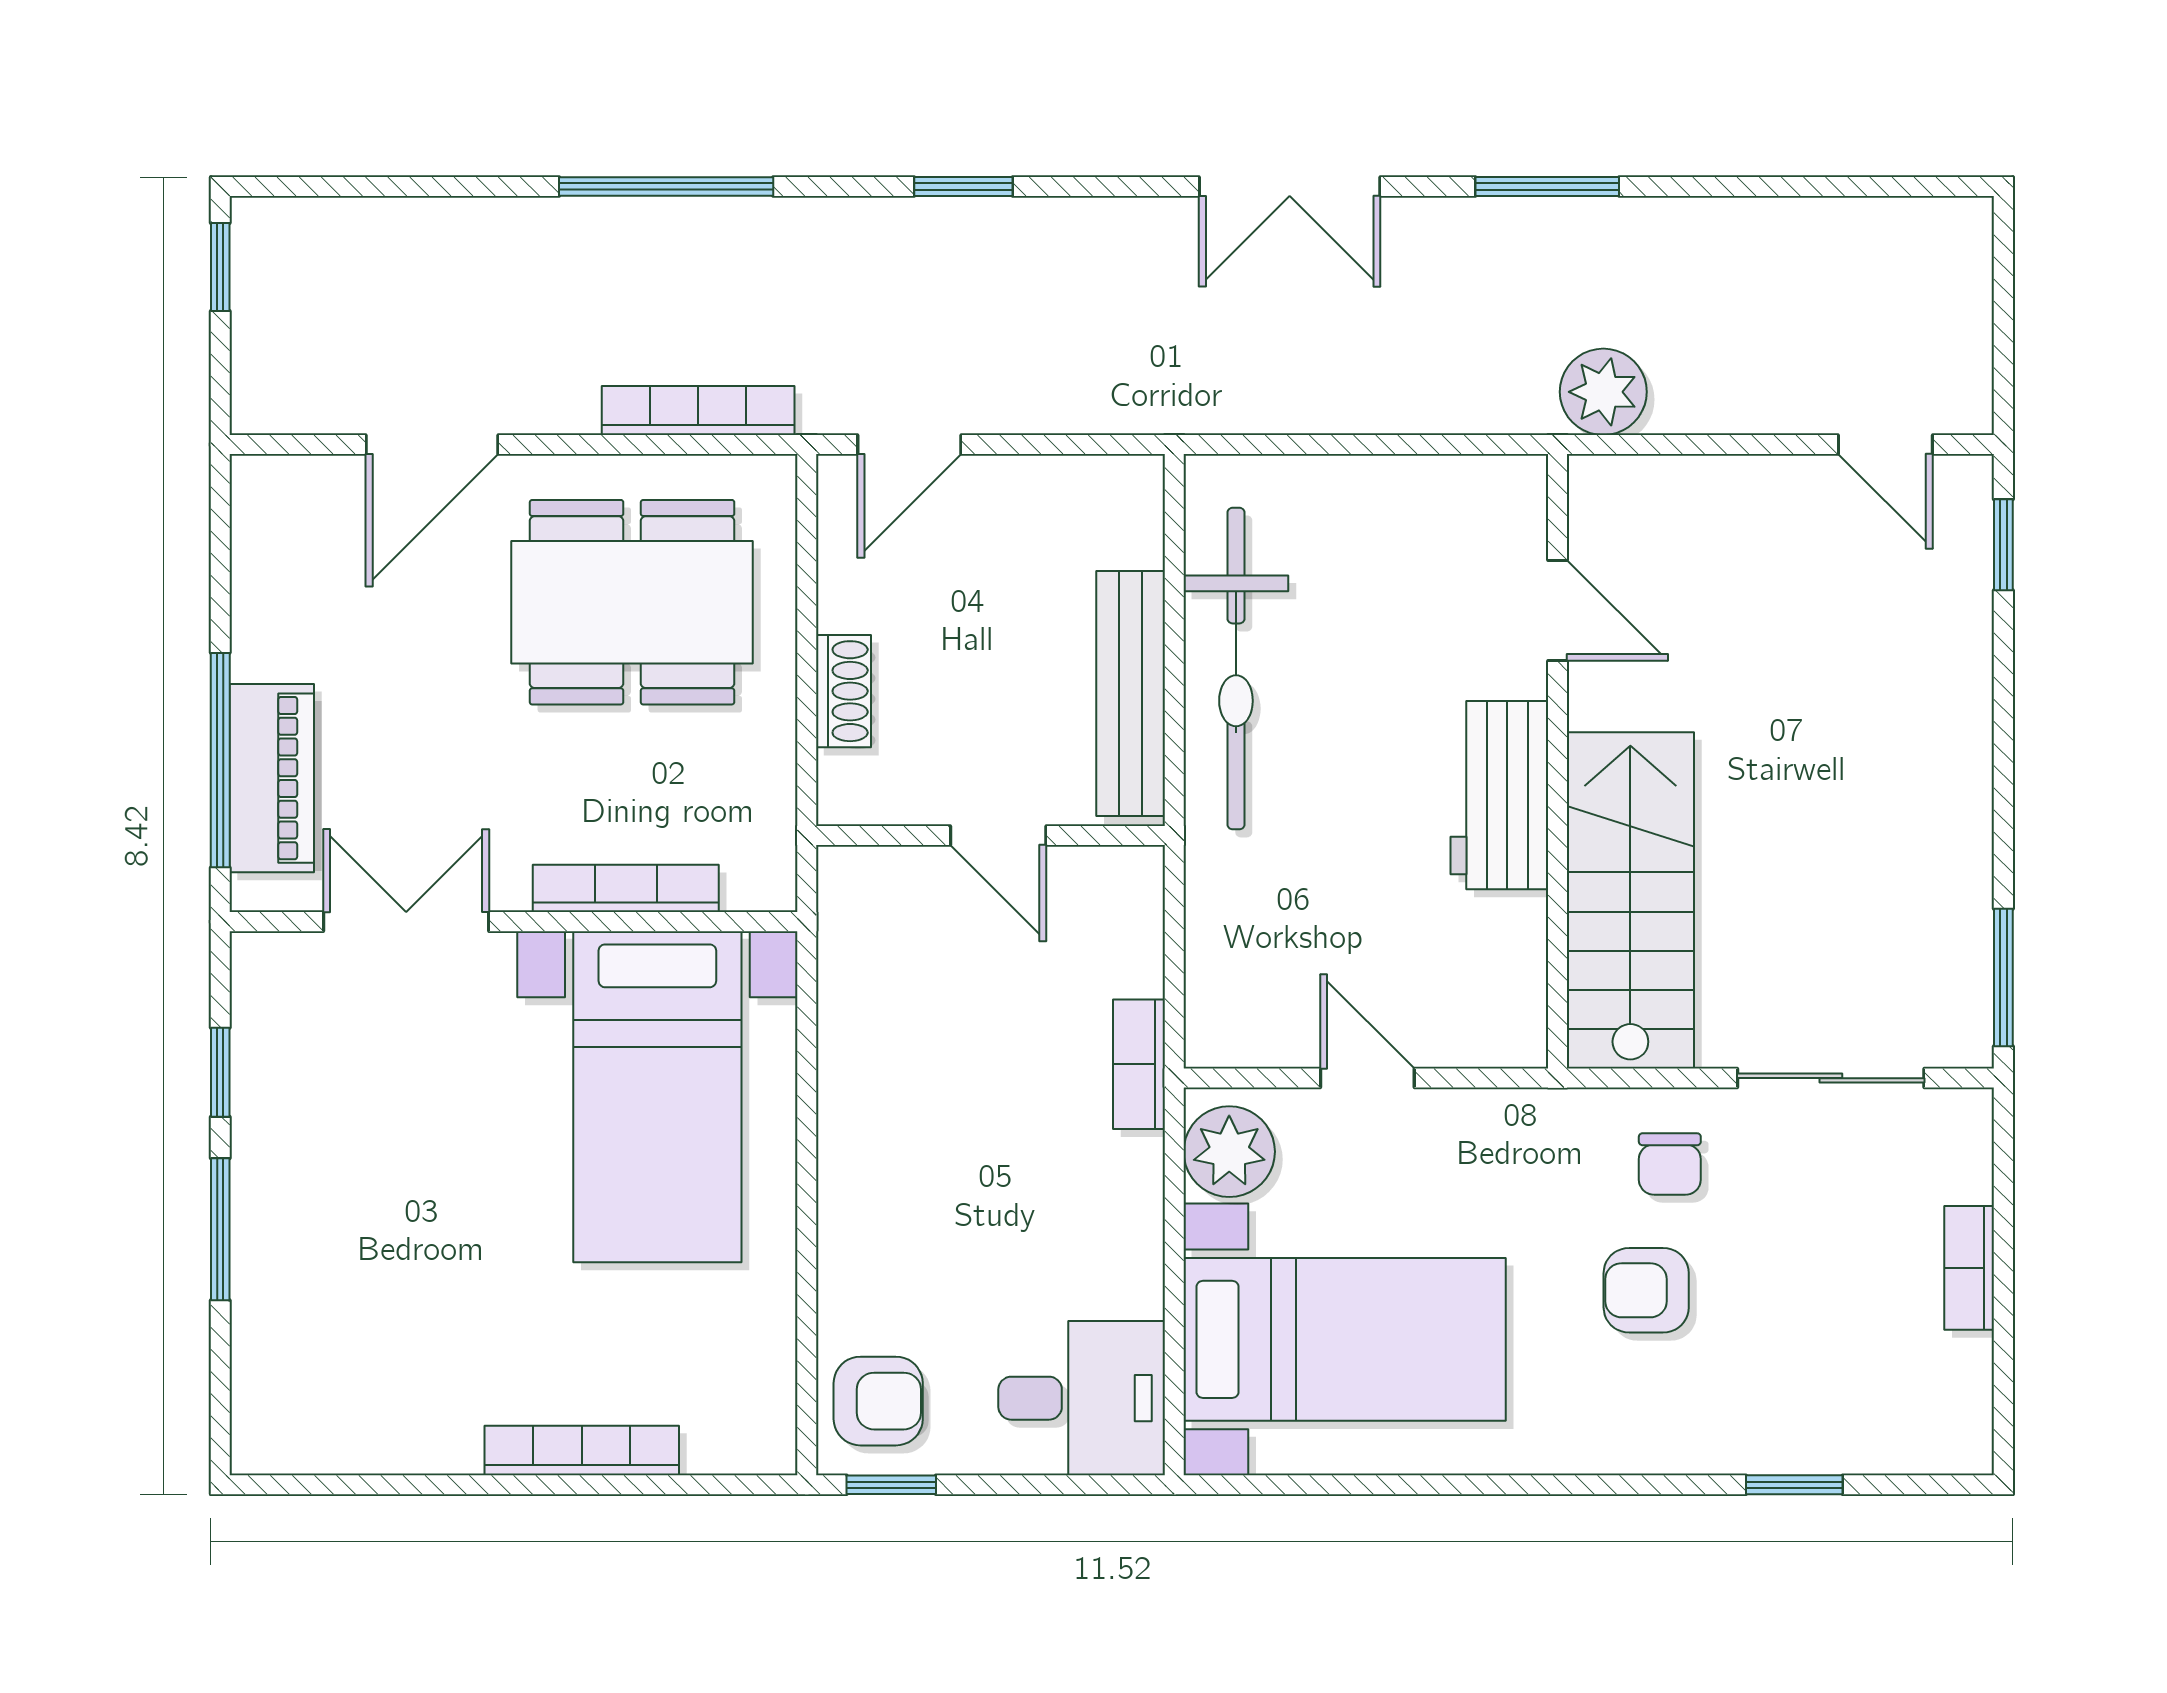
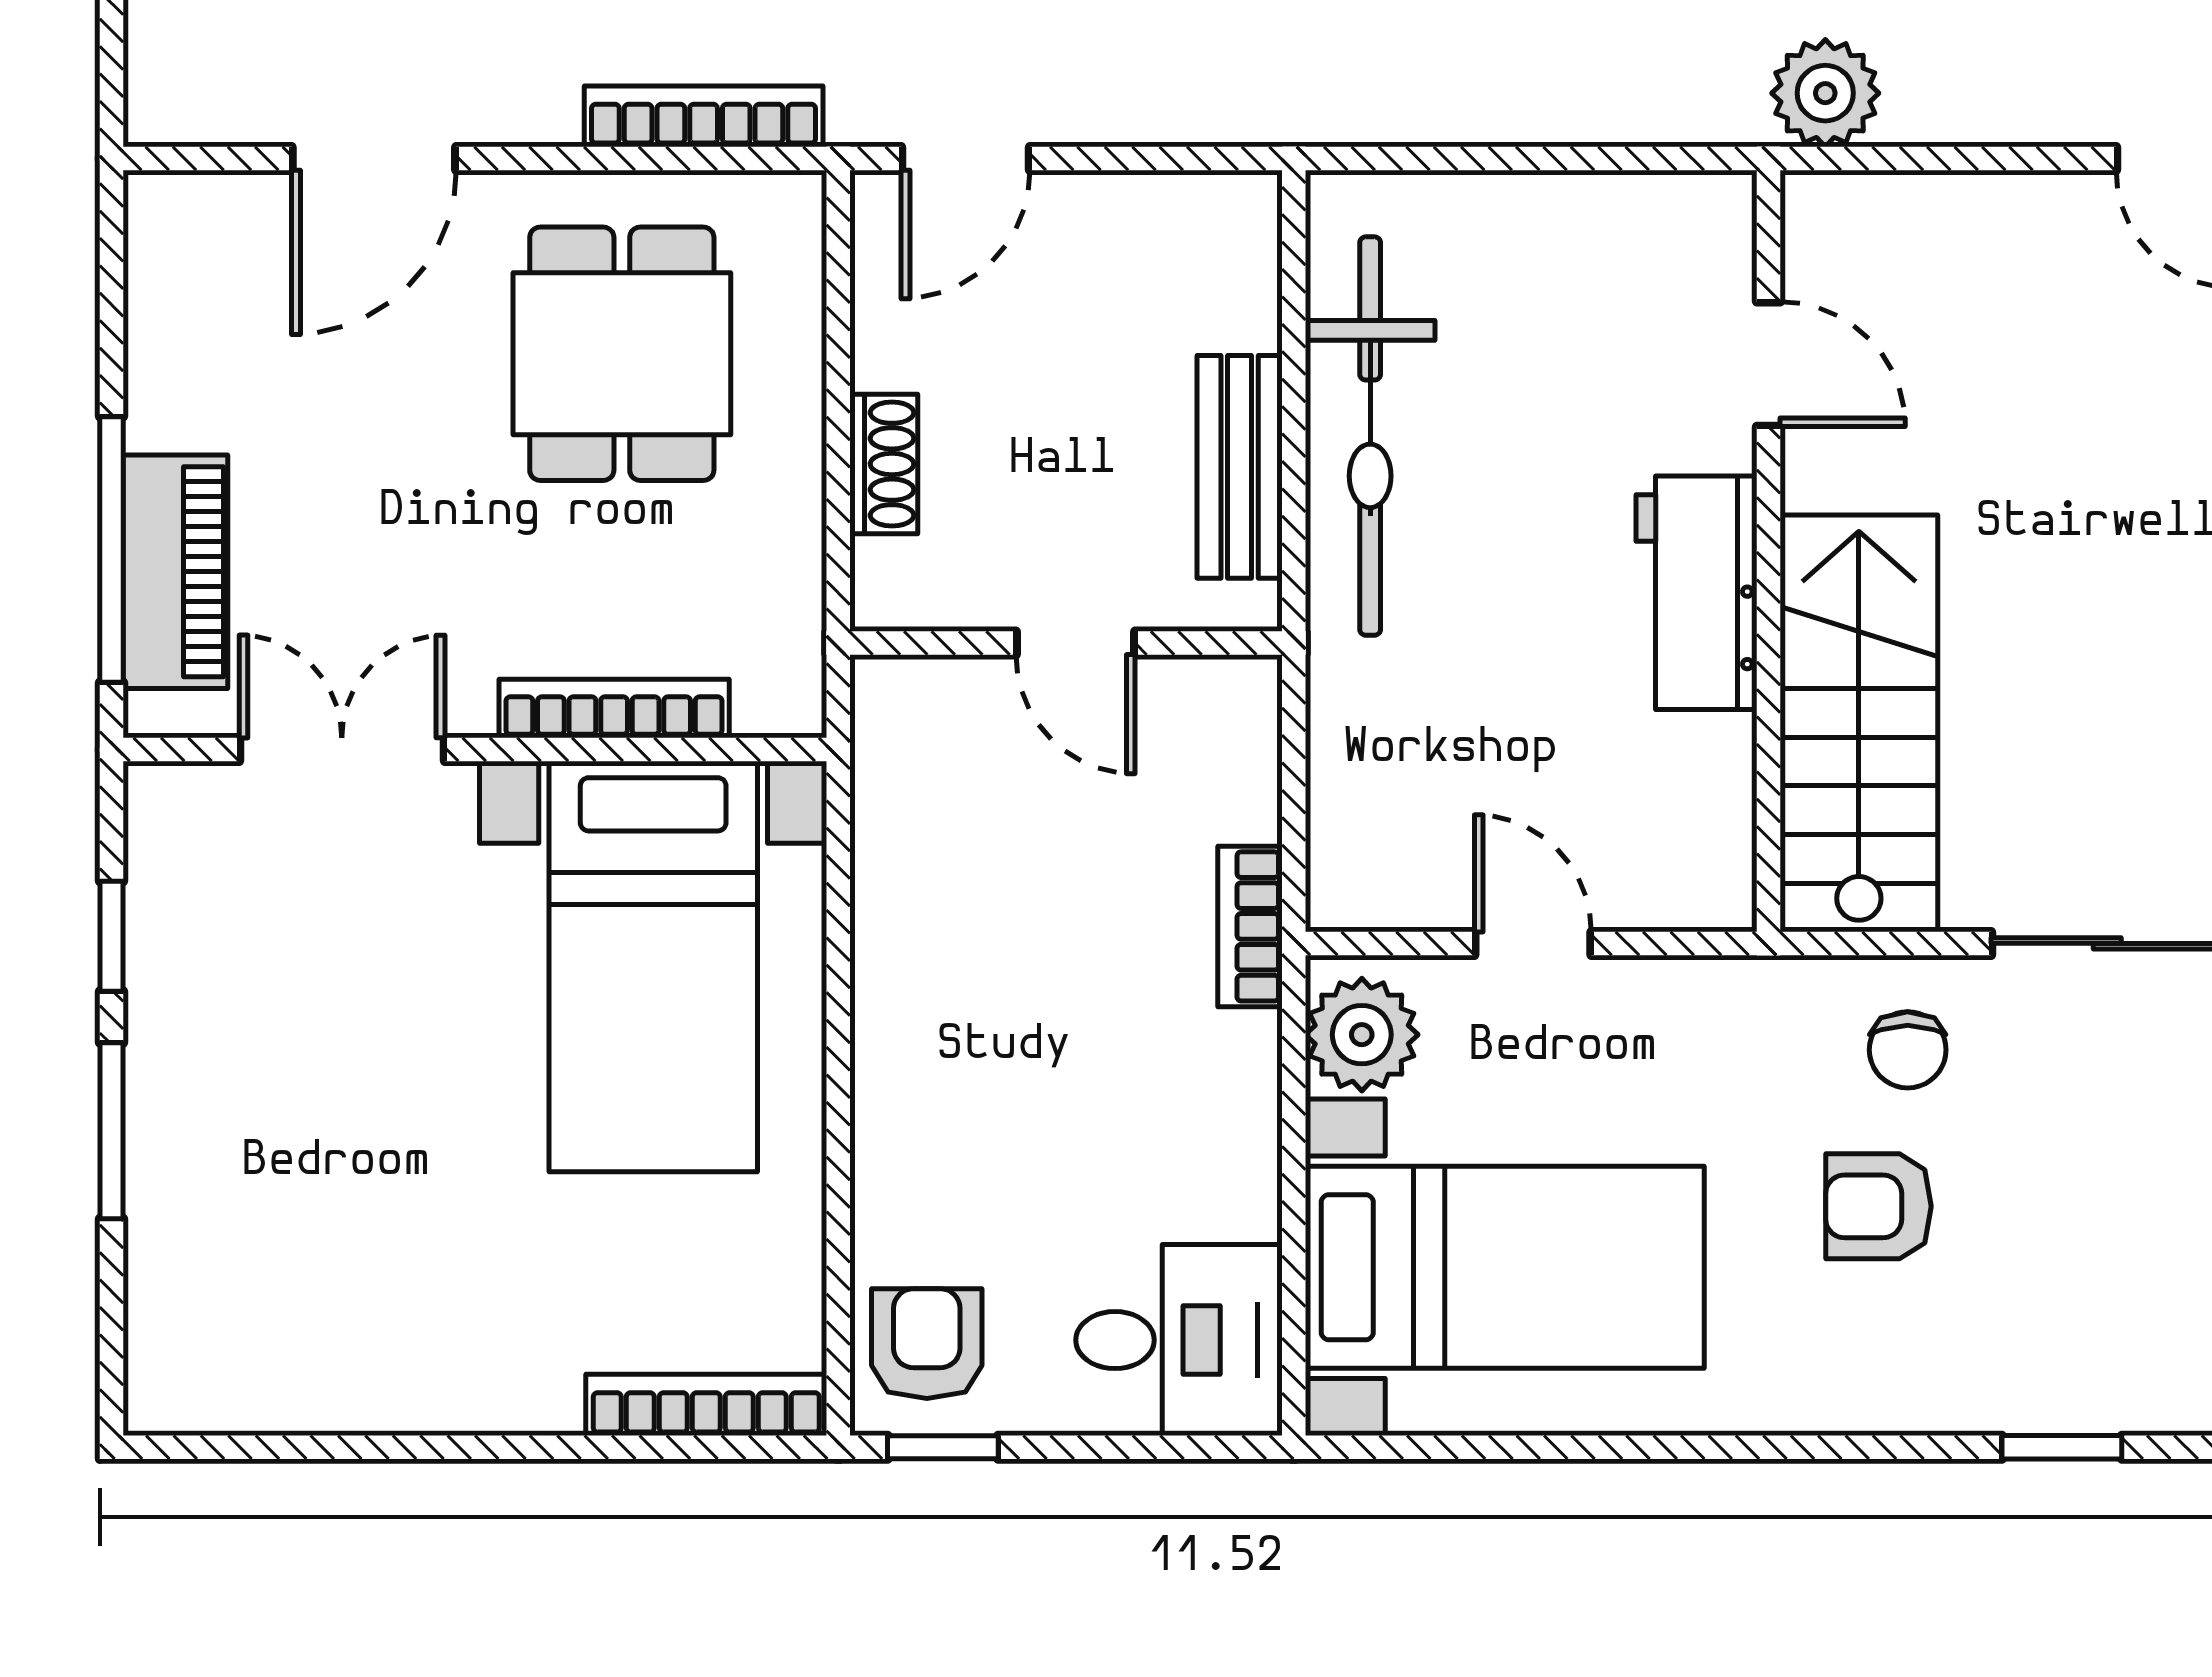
dining table: (632, 602) -> (622, 354), width x0.73
bench: (1131, 693) -> (1240, 467), width x0.73
armchair: (878, 1401) -> (927, 1344), turned -90
bookcase: (582, 1450) -> (706, 1405), moved

